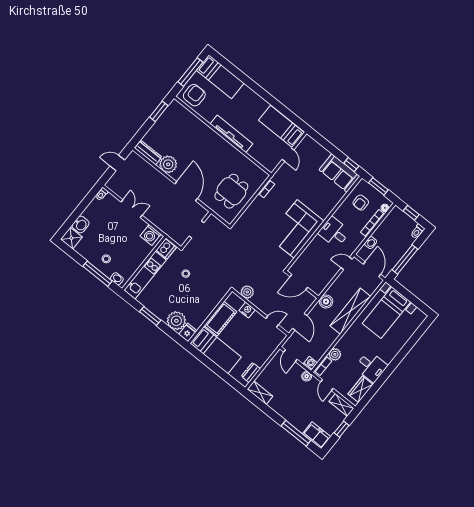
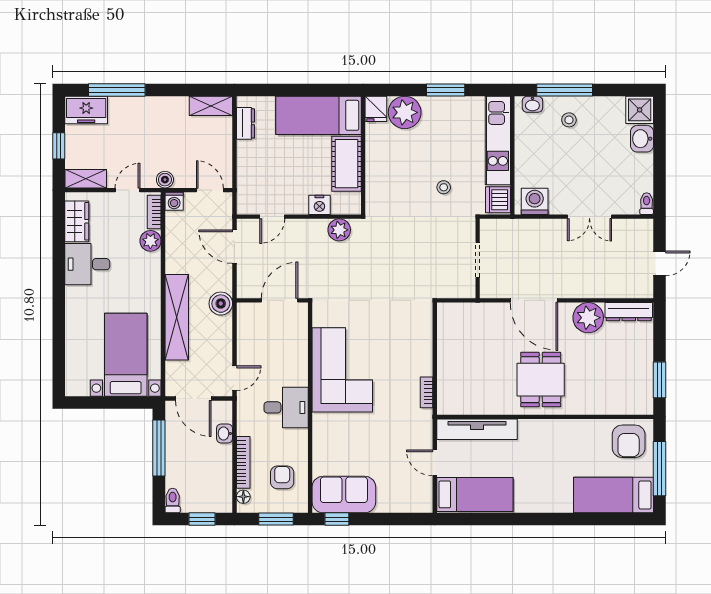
tv unit: (231, 134) -> (477, 429), moved
dining table: (231, 191) -> (541, 380), moved
door: (327, 385) -> (128, 190), hinge flipped

